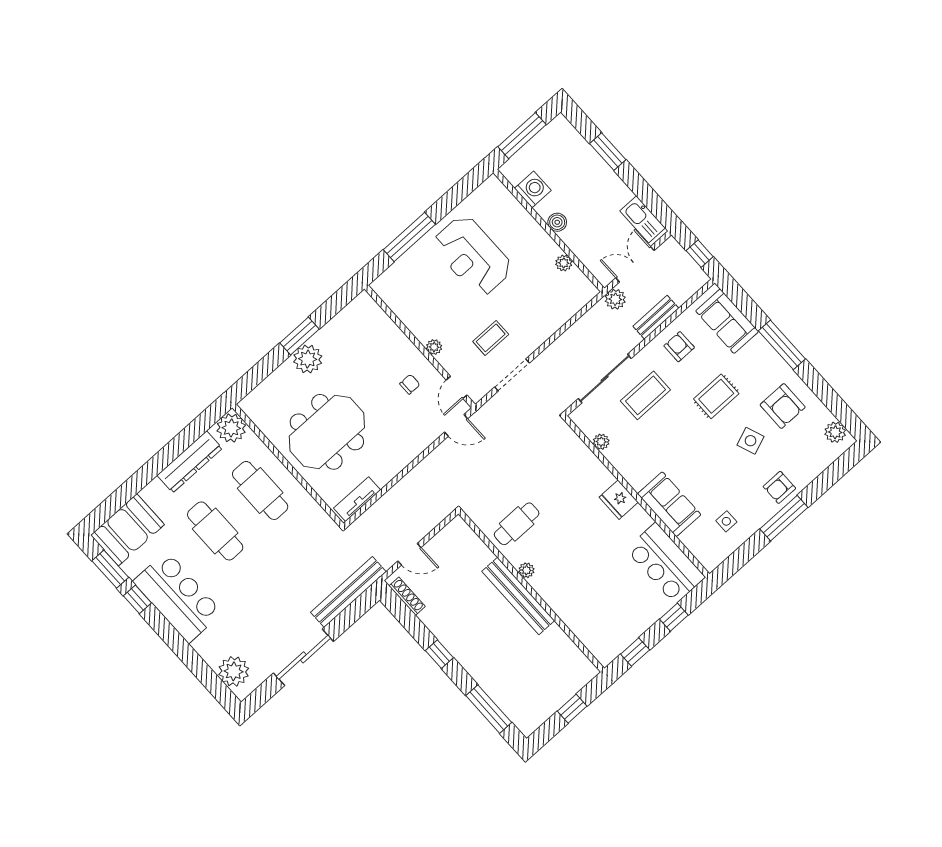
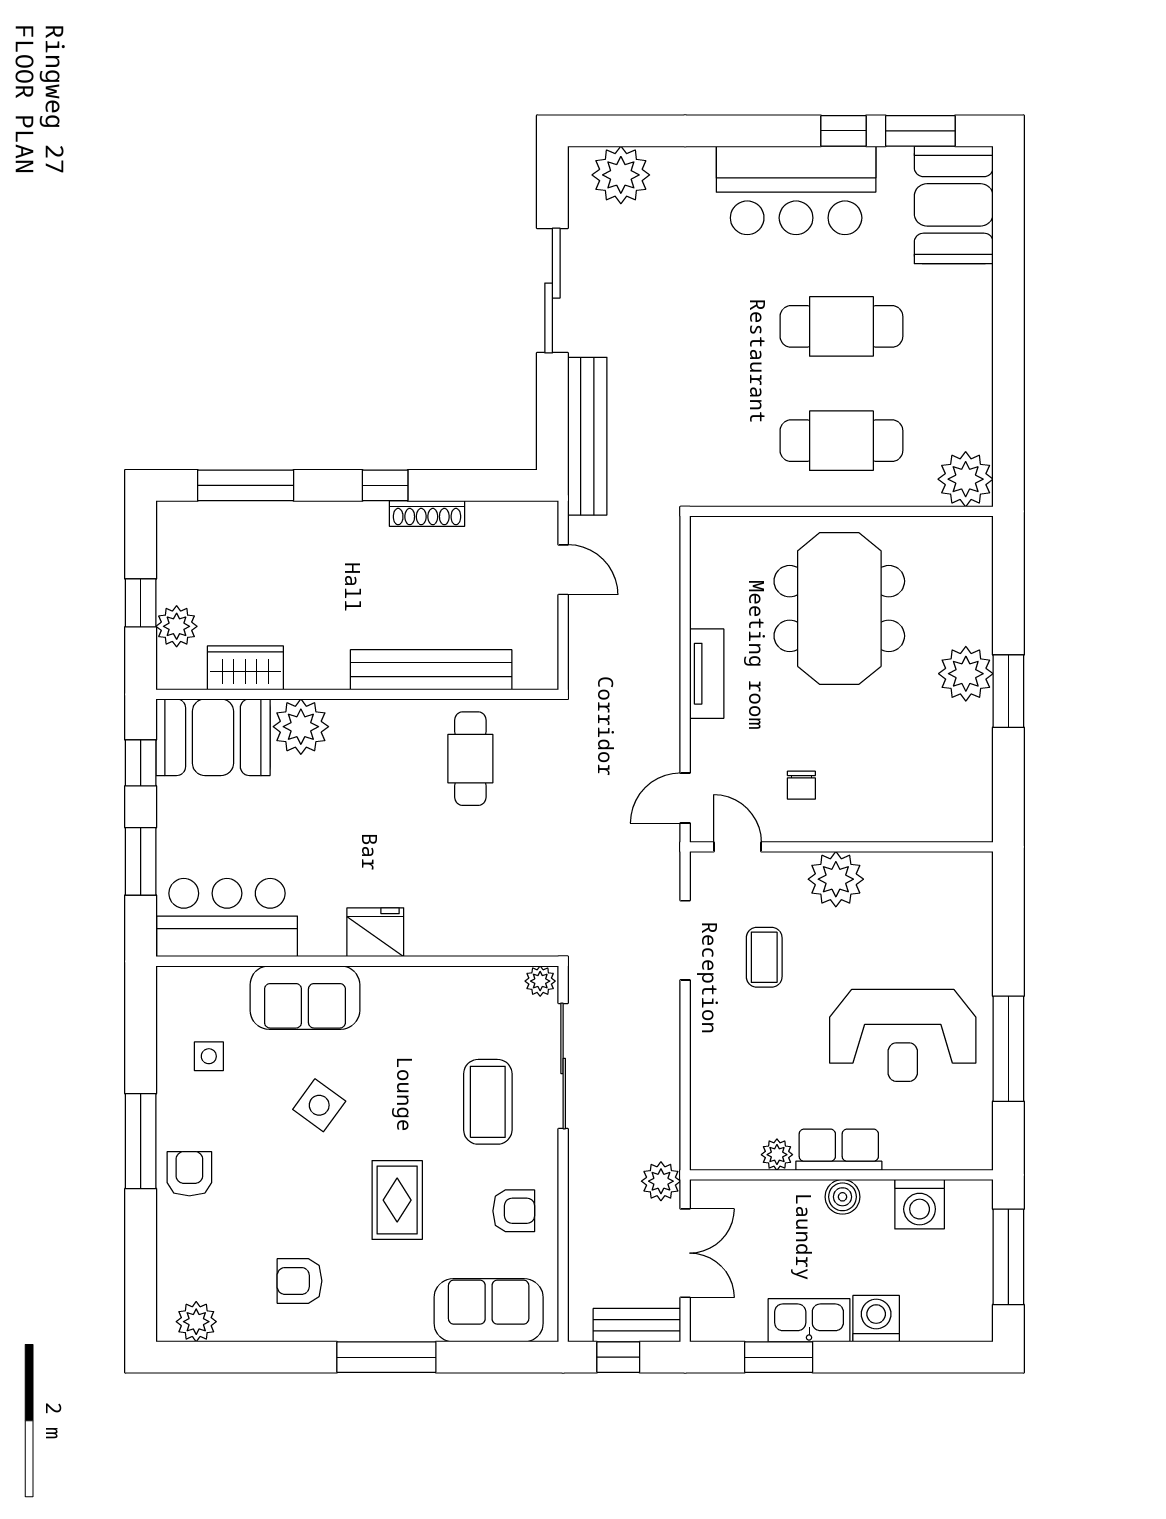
window: (608, 152) -> (779, 1357), moved
washing machine: (593, 166) -> (876, 1319), added
kitchen sink: (643, 219) -> (809, 1320), moved
window: (409, 237) -> (1008, 1049), moved
row of seats: (540, 240) -> (839, 1150), added
reception desk: (472, 256) -> (903, 1035), turned 180
bench: (656, 317) -> (637, 1325), moved, turned 90
plant: (434, 347) -> (836, 879), width x1.88, depth x1.88
armchair: (783, 406) -> (299, 1281), width x0.72, depth x0.72
side table: (751, 441) -> (319, 1105), moved, turned -33
plant: (601, 442) -> (540, 981), moved
dresser: (190, 462) -> (971, 378), removed
tv unit: (357, 499) -> (707, 674), moved
door: (409, 554) -> (563, 570), swing flipped
plant: (526, 570) -> (301, 727), moved, width x1.87, depth x1.87
shoe rack: (407, 596) -> (427, 513), moved
bench: (518, 596) -> (431, 670), moved
window: (674, 617) -> (141, 861), width x1.50
booth: (599, 633) -> (213, 737), added
wardrobe: (561, 645) -> (245, 668), added
plant: (569, 686) -> (177, 626), added

